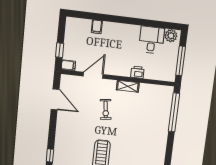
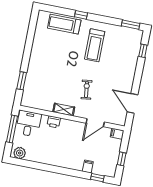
window: (85, 15) -> (97, 178), added
desk: (151, 40) -> (29, 124), moved, turned 180
window: (60, 50) -> (122, 159), moved
window: (174, 112) -> (22, 81), width x0.47

